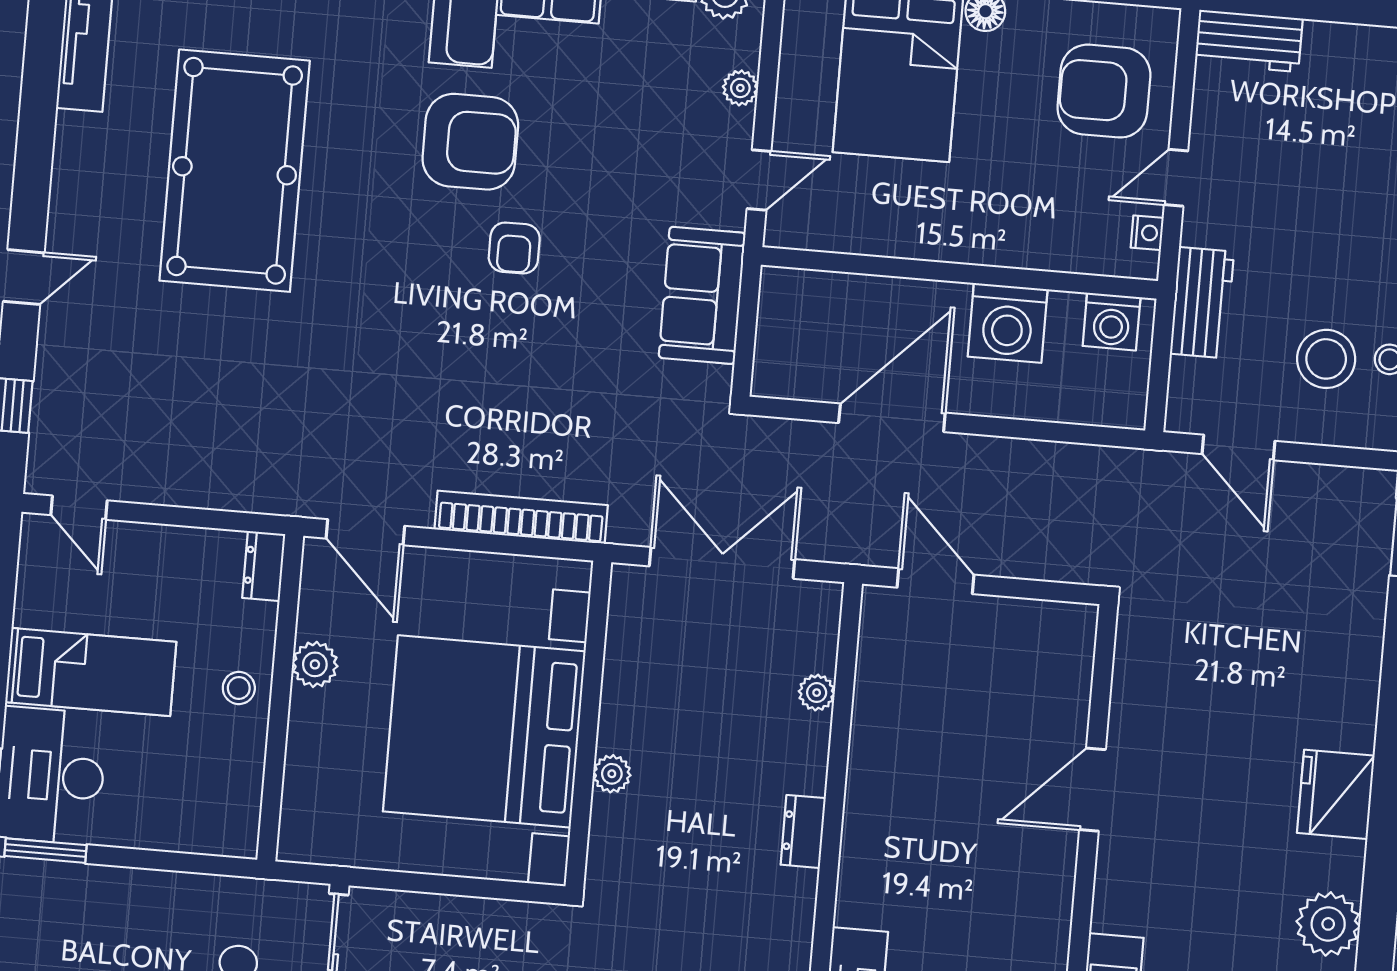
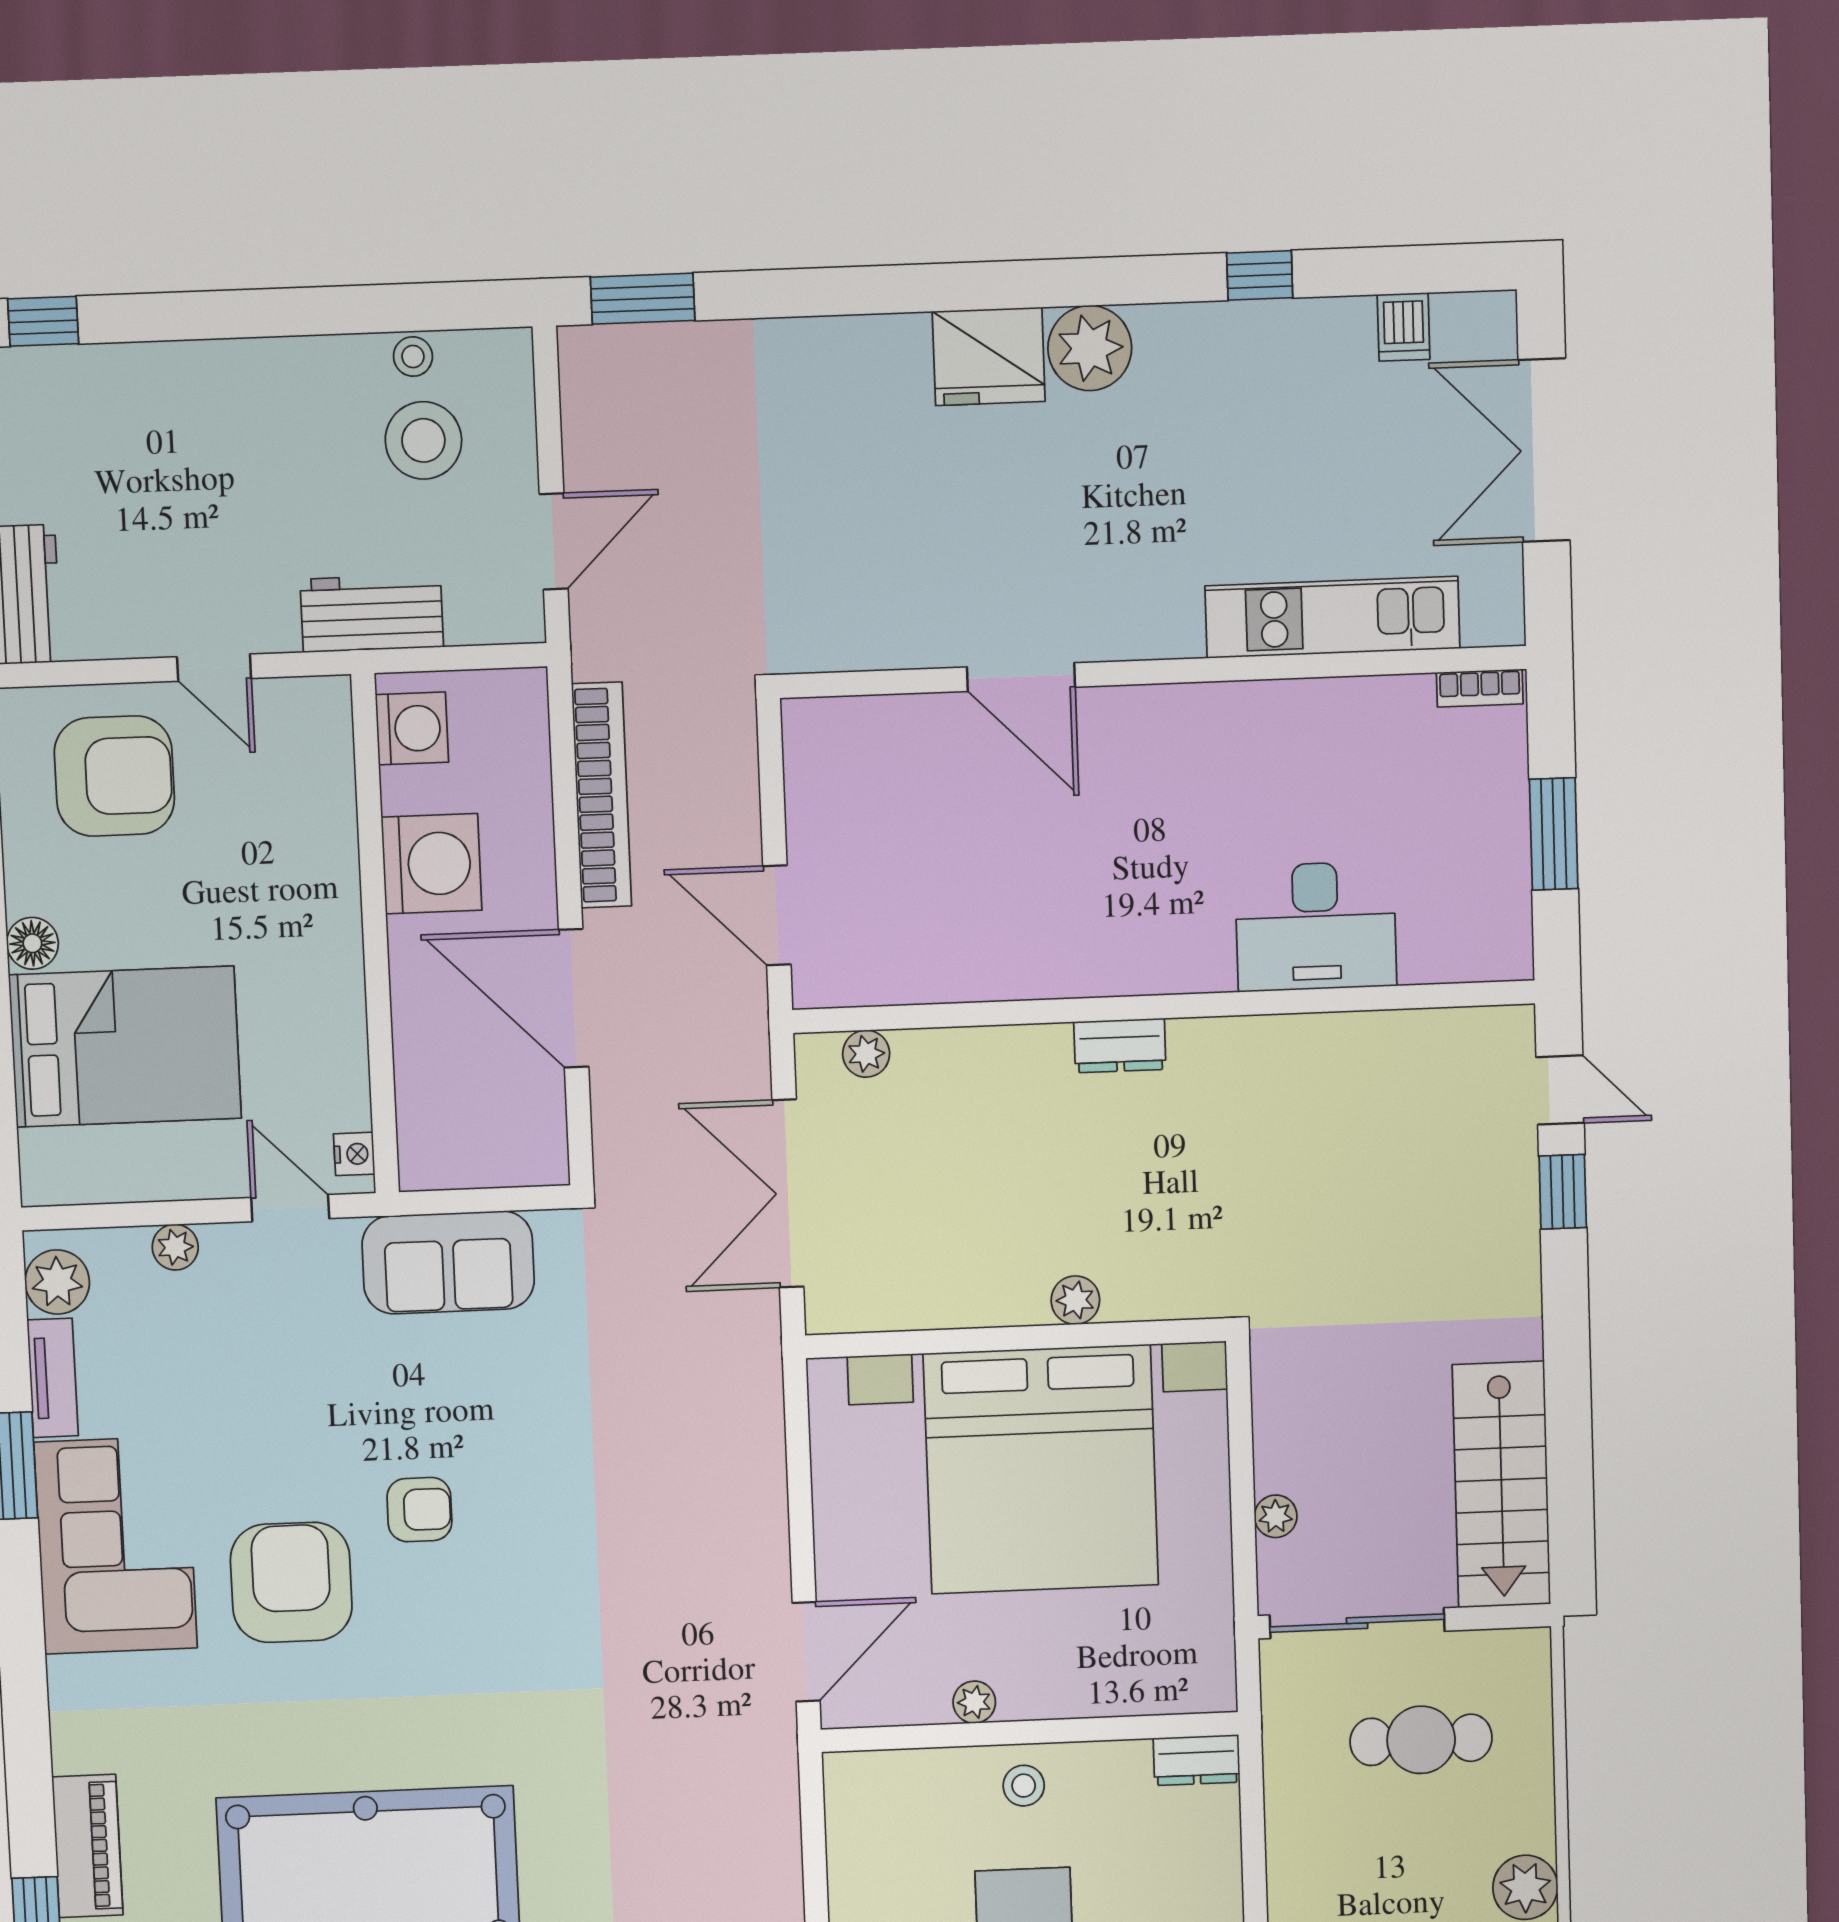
armchair: (1104, 91) -> (114, 776), turned -90
nightstand: (1147, 233) -> (354, 1154), moved, turned 90
bookcase: (521, 517) -> (602, 795), moved, turned 180
dresser: (264, 566) -> (1197, 1760), moved
door: (935, 581) -> (777, 915), hinge flipped
plant: (315, 664) -> (974, 1702), width x0.73, depth x0.73
plant: (817, 693) -> (866, 1054), moved
plant: (424, 909) -> (1276, 1516), added
plant: (1328, 924) -> (1090, 348), moved

